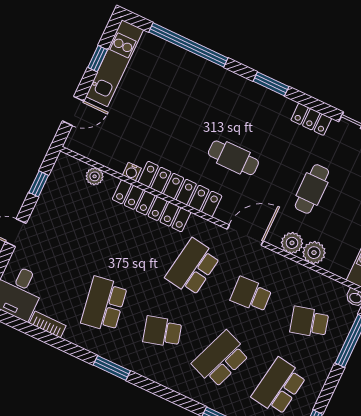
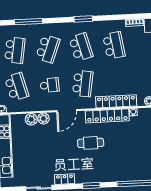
cafe table: (312, 189) -> (47, 148), removed
school desk: (309, 322) -> (17, 87), width x1.85
school desk: (162, 332) -> (81, 47), width x1.85
window: (112, 368) -> (83, 19), moved

